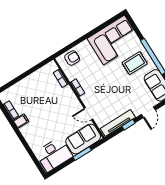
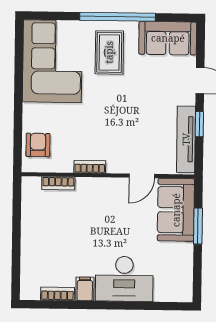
desk: (54, 155) -> (124, 279), moved, turned 90

